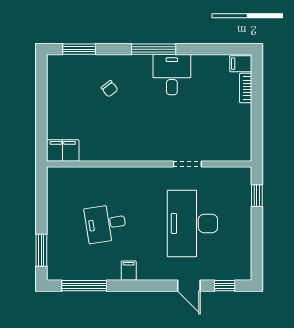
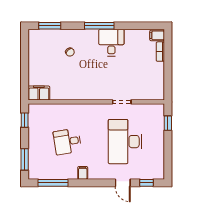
window: (41, 191) -> (25, 120), added

